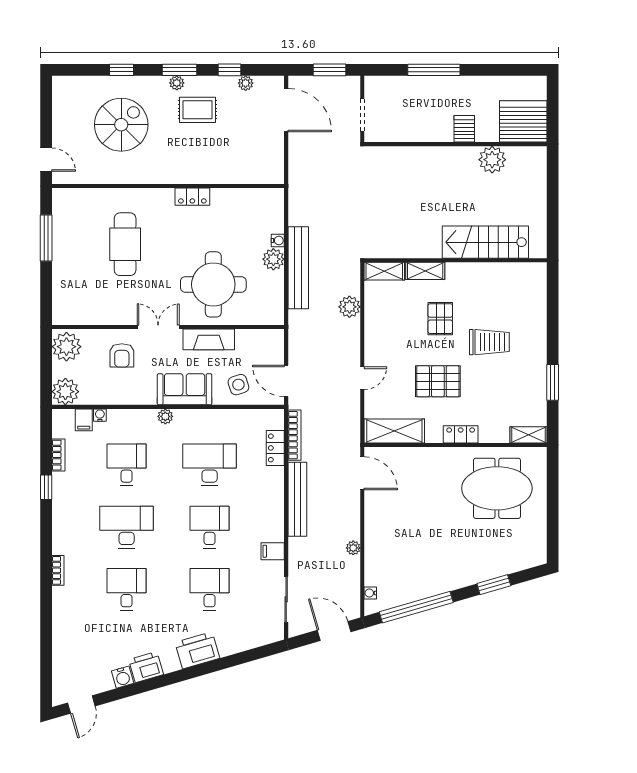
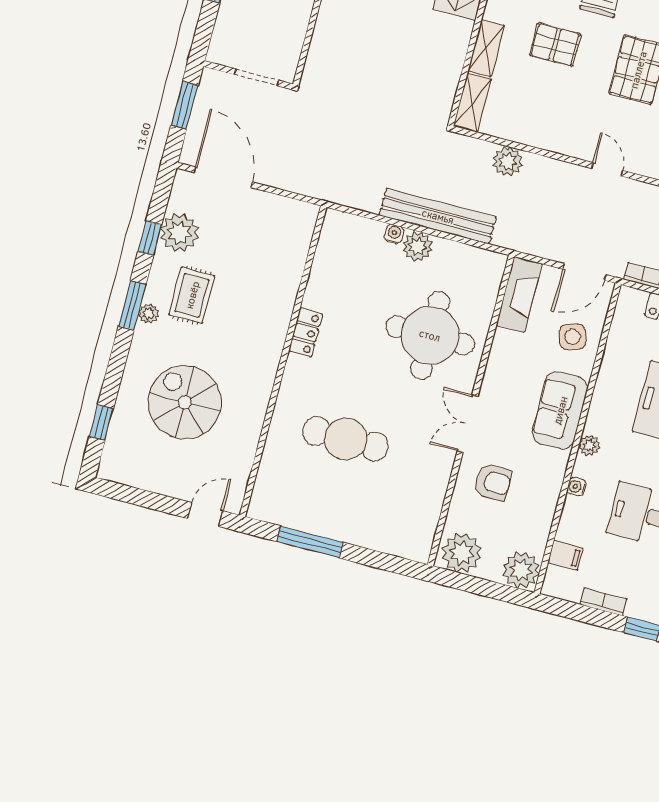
window: (122, 70) -> (101, 423), moved
plant: (246, 83) -> (179, 233), width x1.88, depth x1.88
door: (286, 110) -> (223, 177), hinge flipped
fireplace: (209, 339) -> (519, 294), moved
water cooler: (100, 415) -> (577, 487), moved

